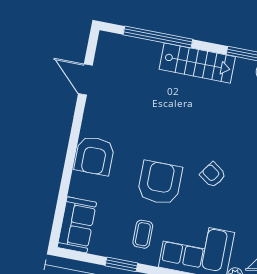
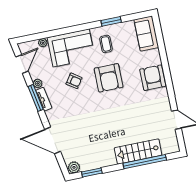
stairs: (197, 63) -> (138, 151), moved
armchair: (213, 175) -> (74, 81), moved

